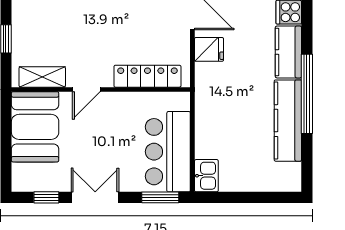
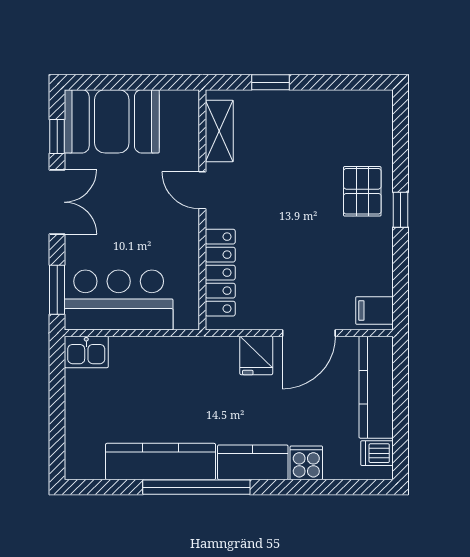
booth: (35, 127) -> (112, 121), moved

